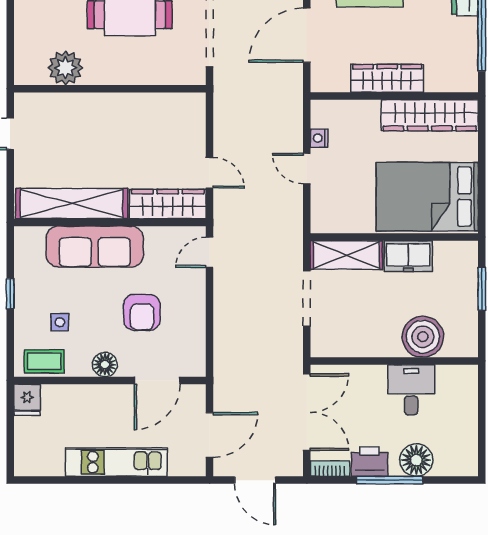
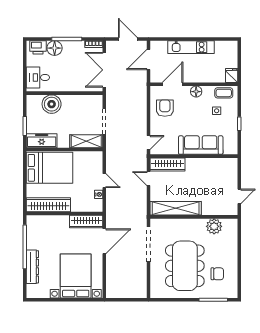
wardrobe: (387, 78) -> (86, 222), moved
shelving: (72, 204) -> (176, 208), moved
freezer: (408, 256) -> (42, 141), moved, width x1.40
armchair: (142, 312) -> (165, 108), moved
desk: (411, 390) -> (38, 77), moved, turned 90
printer: (370, 462) -> (38, 47), moved

